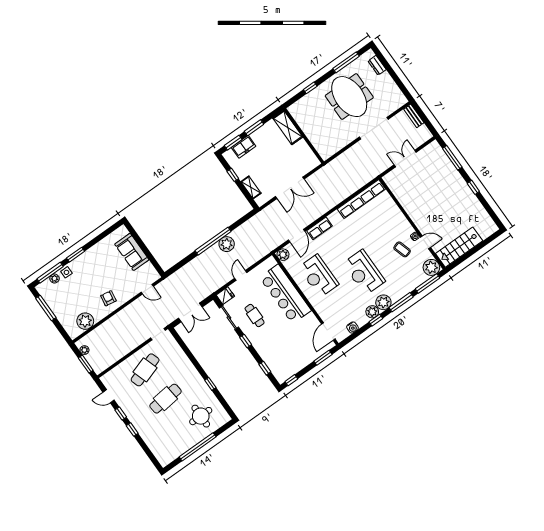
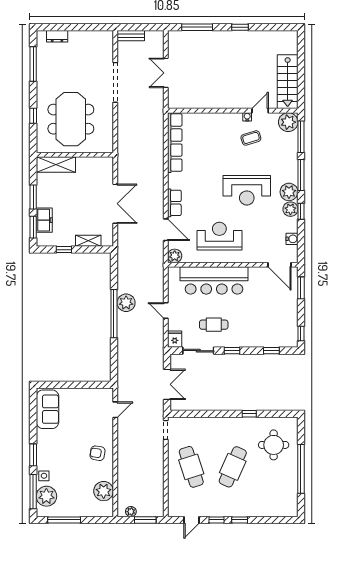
meeting table: (349, 97) -> (71, 119), moved, turned 90
sofa: (132, 252) -> (47, 409), moved, turned -90
reception desk: (319, 276) -> (219, 236), turned 180
plant: (54, 278) -> (46, 496), width x1.87, depth x1.87
cafe table: (165, 399) -> (233, 467), turned 30

